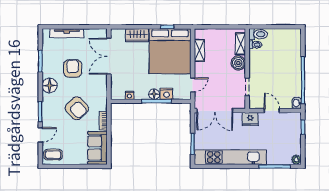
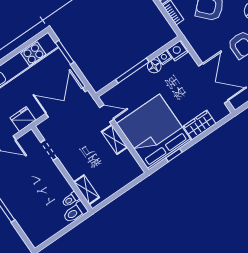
shelving: (199, 50) -> (114, 139), moved
boiler: (238, 63) -> (75, 168), removed
door: (193, 85) -> (107, 113), swing flipped
floor lamp: (154, 94) -> (154, 66), moved
nightstand: (167, 94) -> (177, 51), moved

